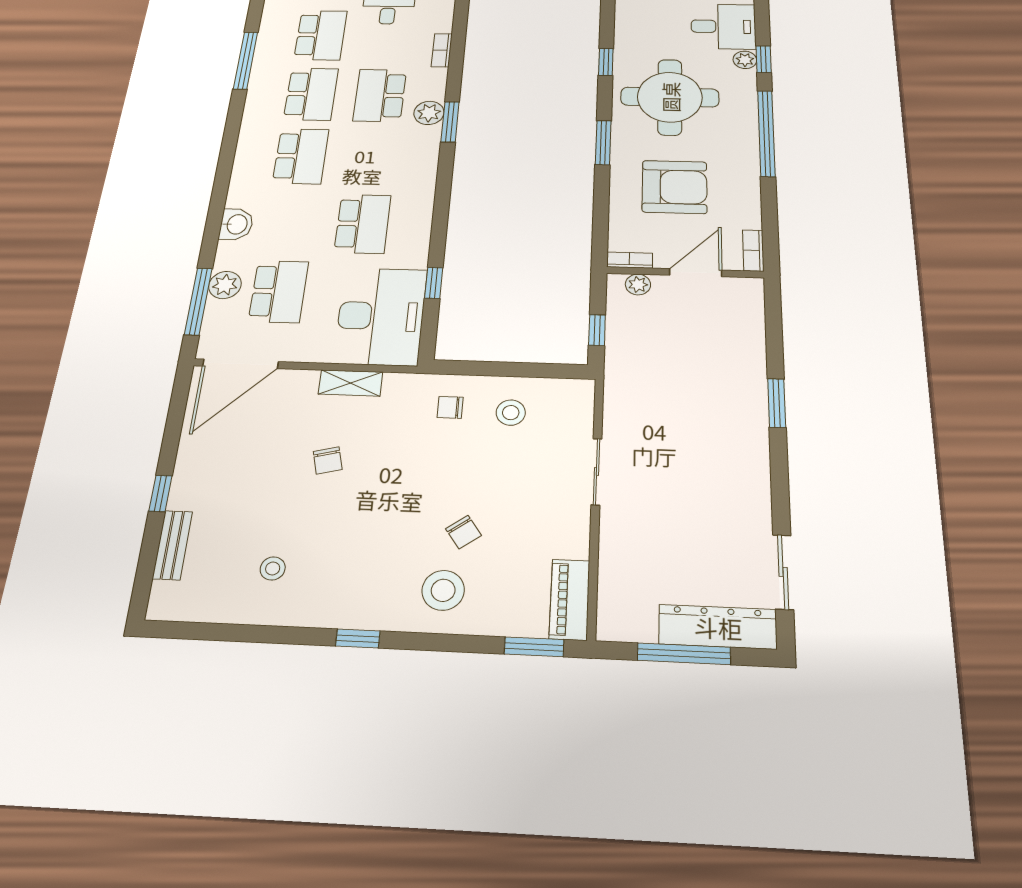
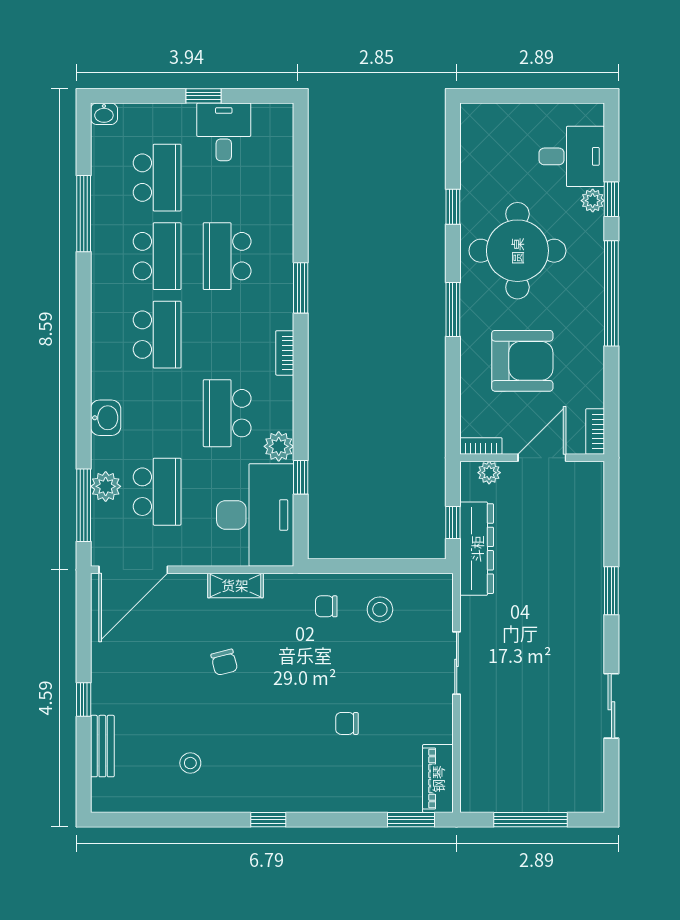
bookcase: (442, 50) -> (285, 353), moved
plant: (429, 113) -> (279, 446), moved
school desk: (363, 224) -> (227, 413), turned 180
chair: (464, 532) -> (347, 723), turned 126
sliding door: (783, 572) -> (611, 706), moved
stool: (443, 590) -> (334, 775), removed
dresser: (718, 627) -> (477, 549), moved, turned 90

